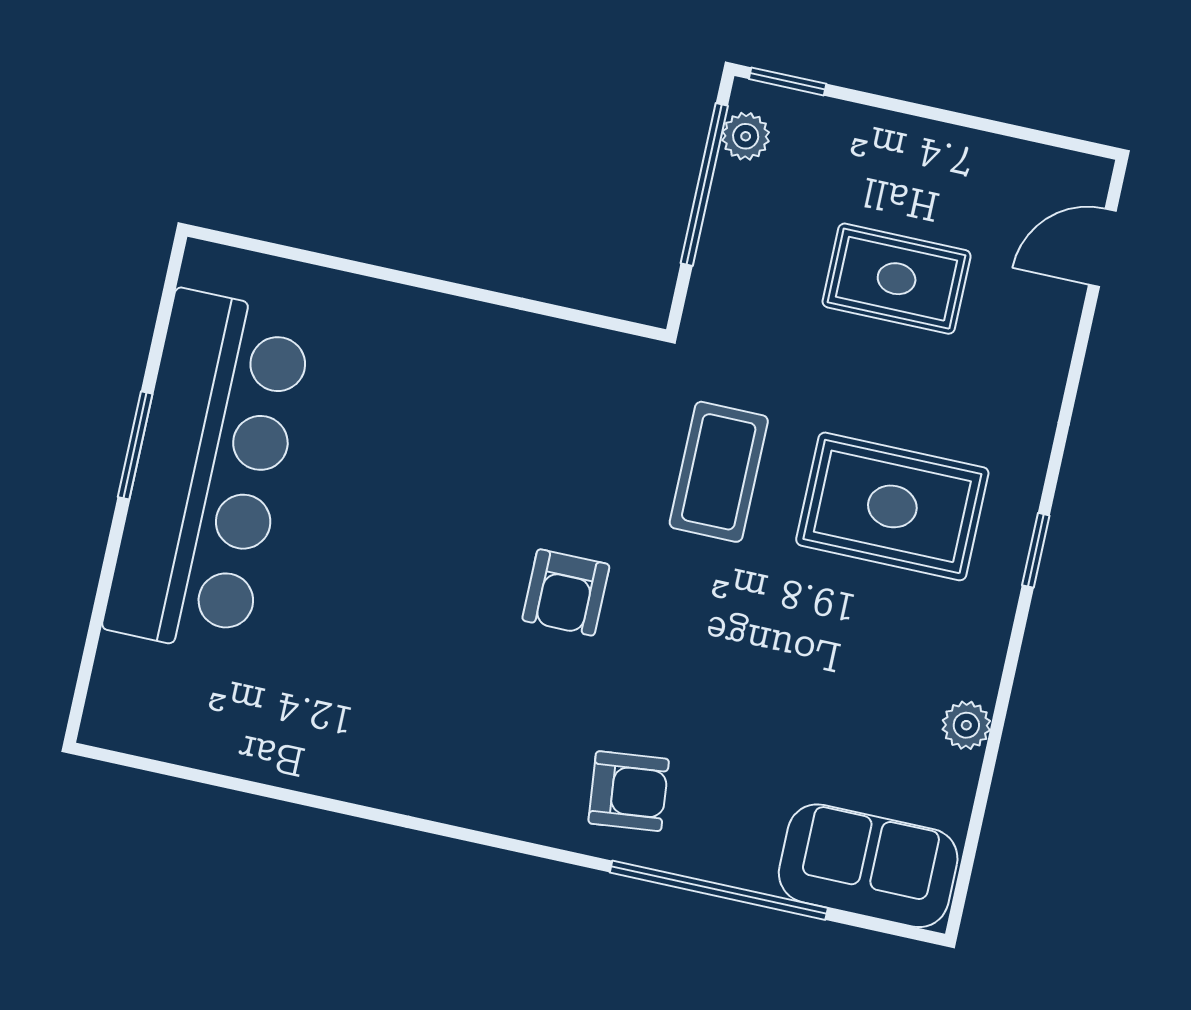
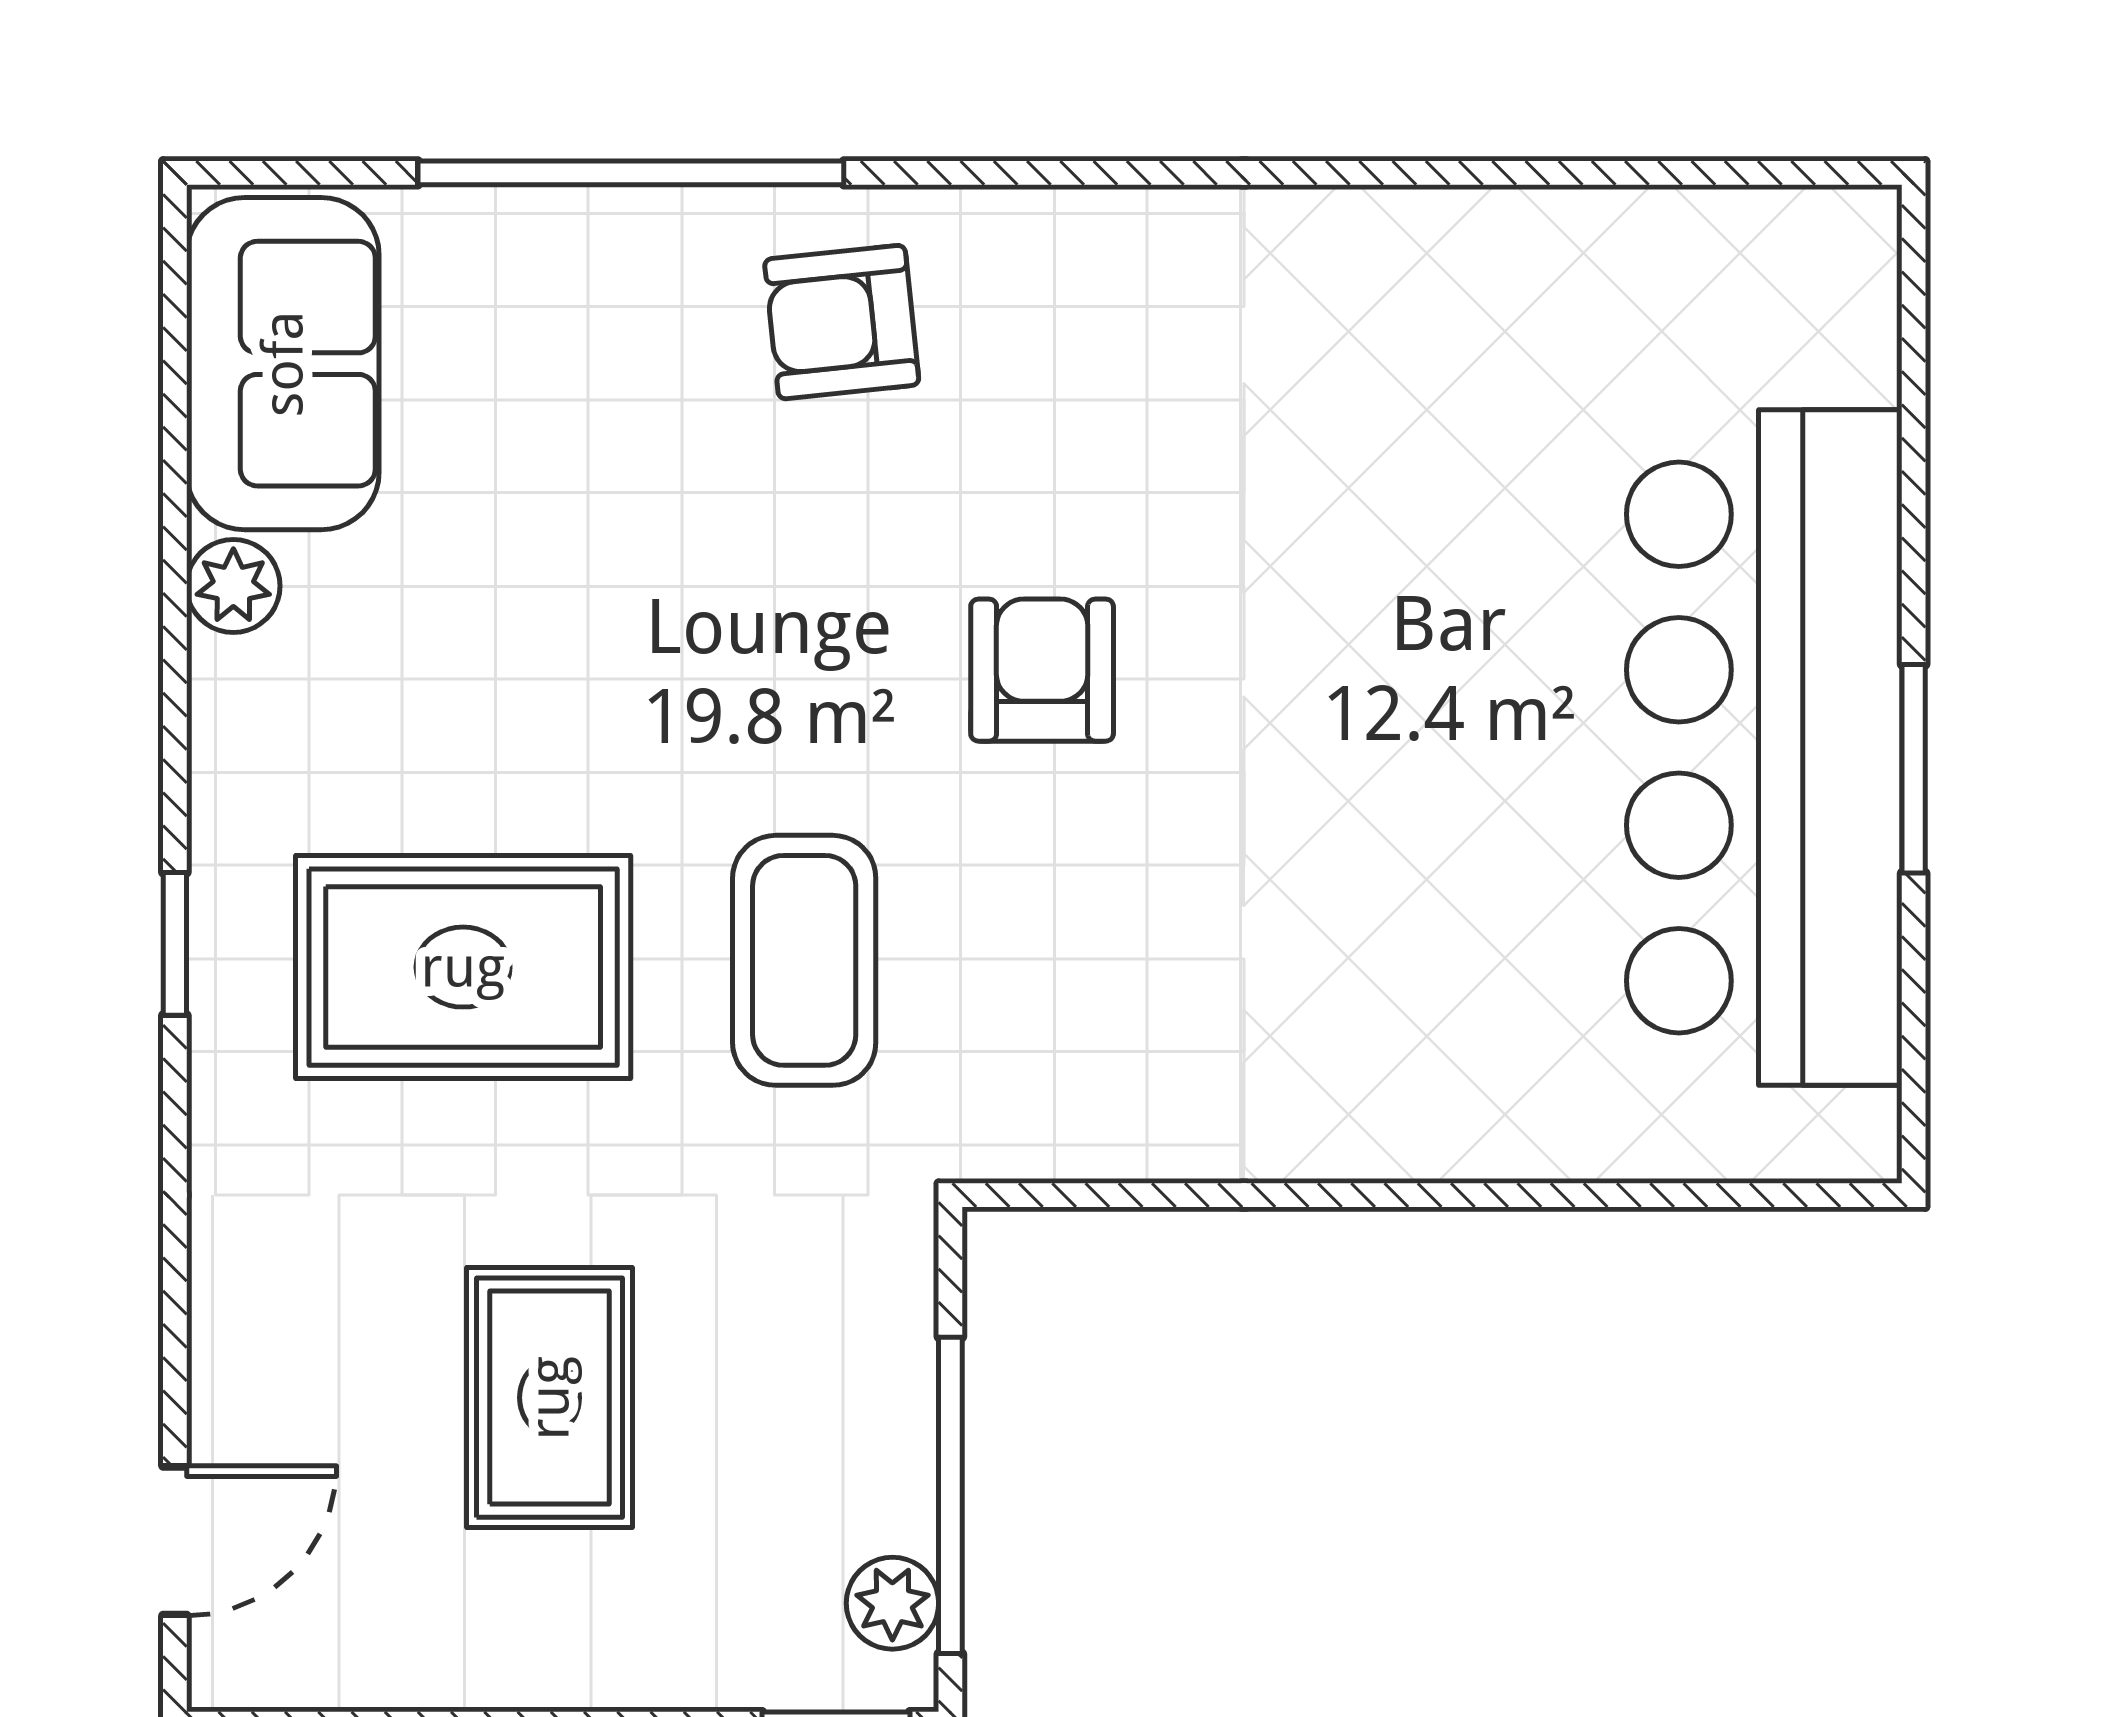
rug: (897, 279) -> (549, 1398), turned 90
sofa: (868, 866) -> (283, 364), moved, turned -90

